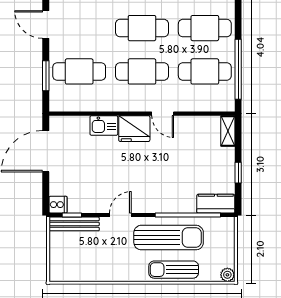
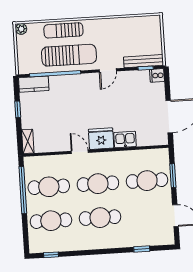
sun lounger: (169, 238) -> (69, 55), turned 180
sun lounger: (174, 270) -> (63, 30), turned 180

